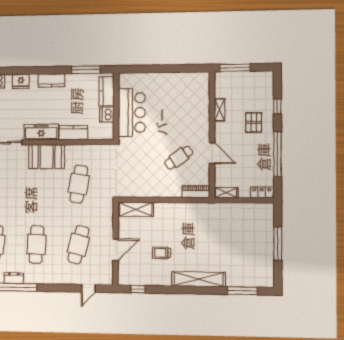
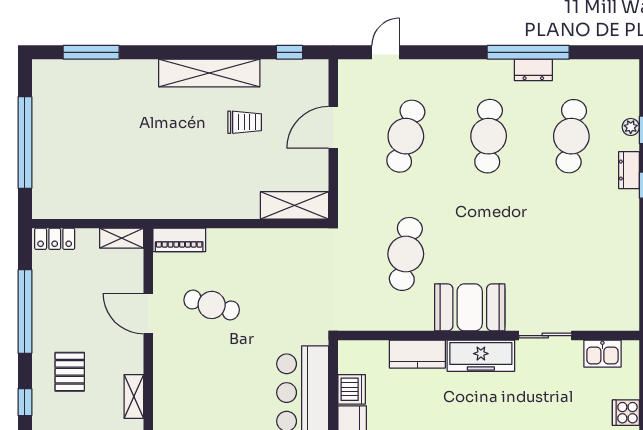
cafe table: (179, 158) -> (212, 305), turned 51
window: (278, 243) -> (25, 143), width x1.46
shelving: (199, 279) -> (209, 73), moved

